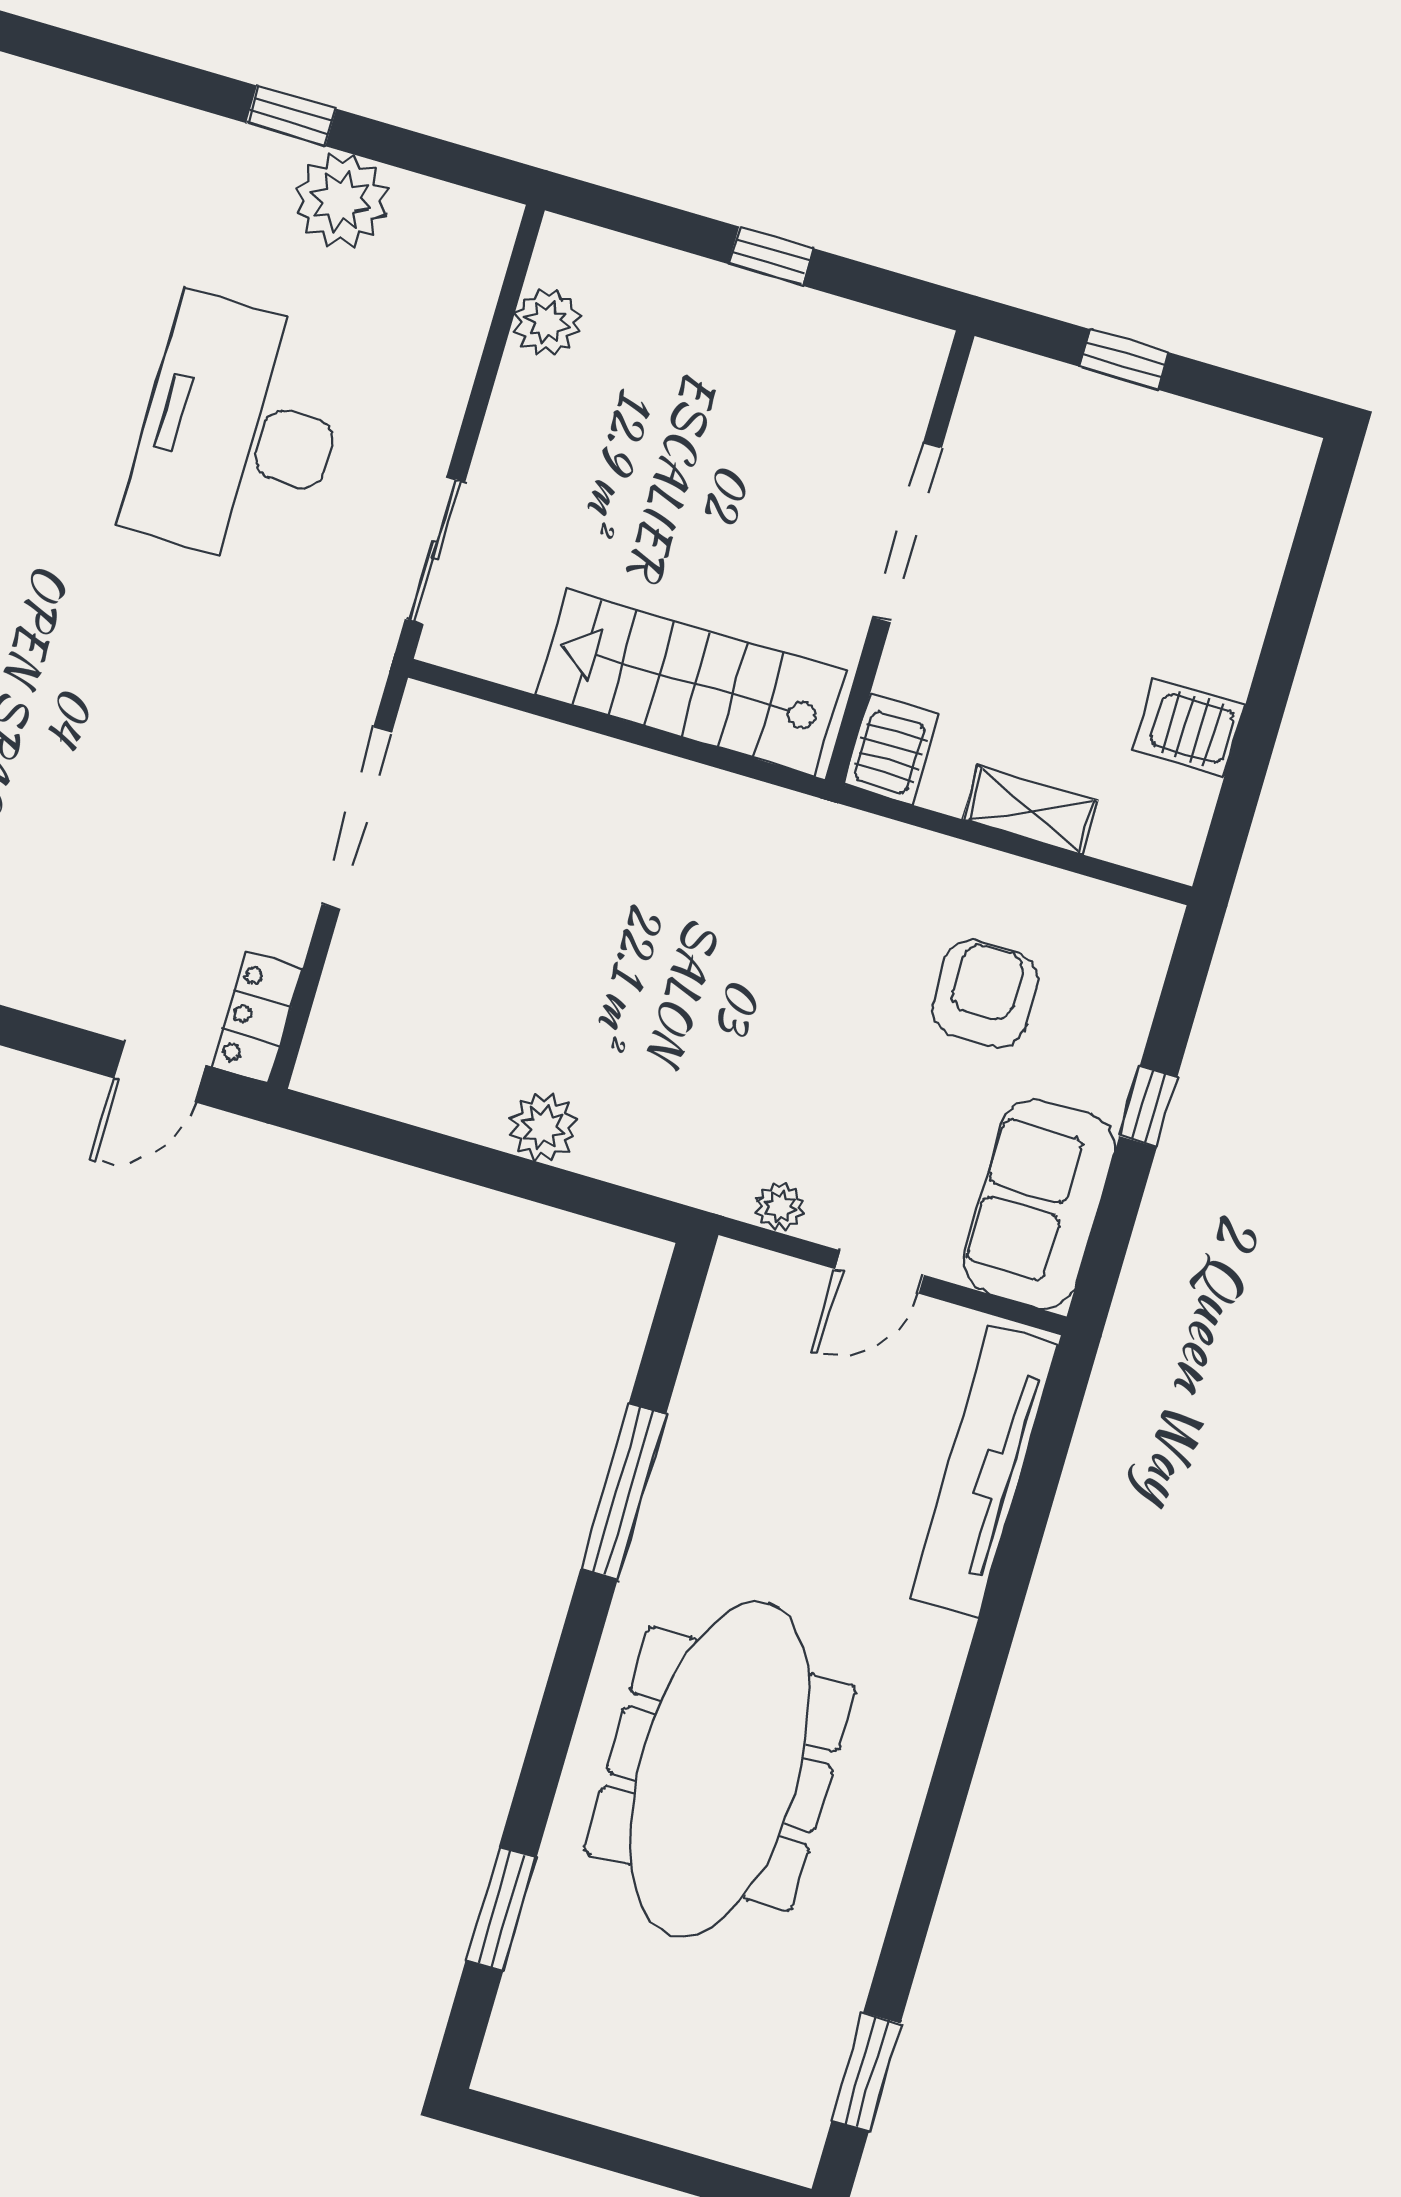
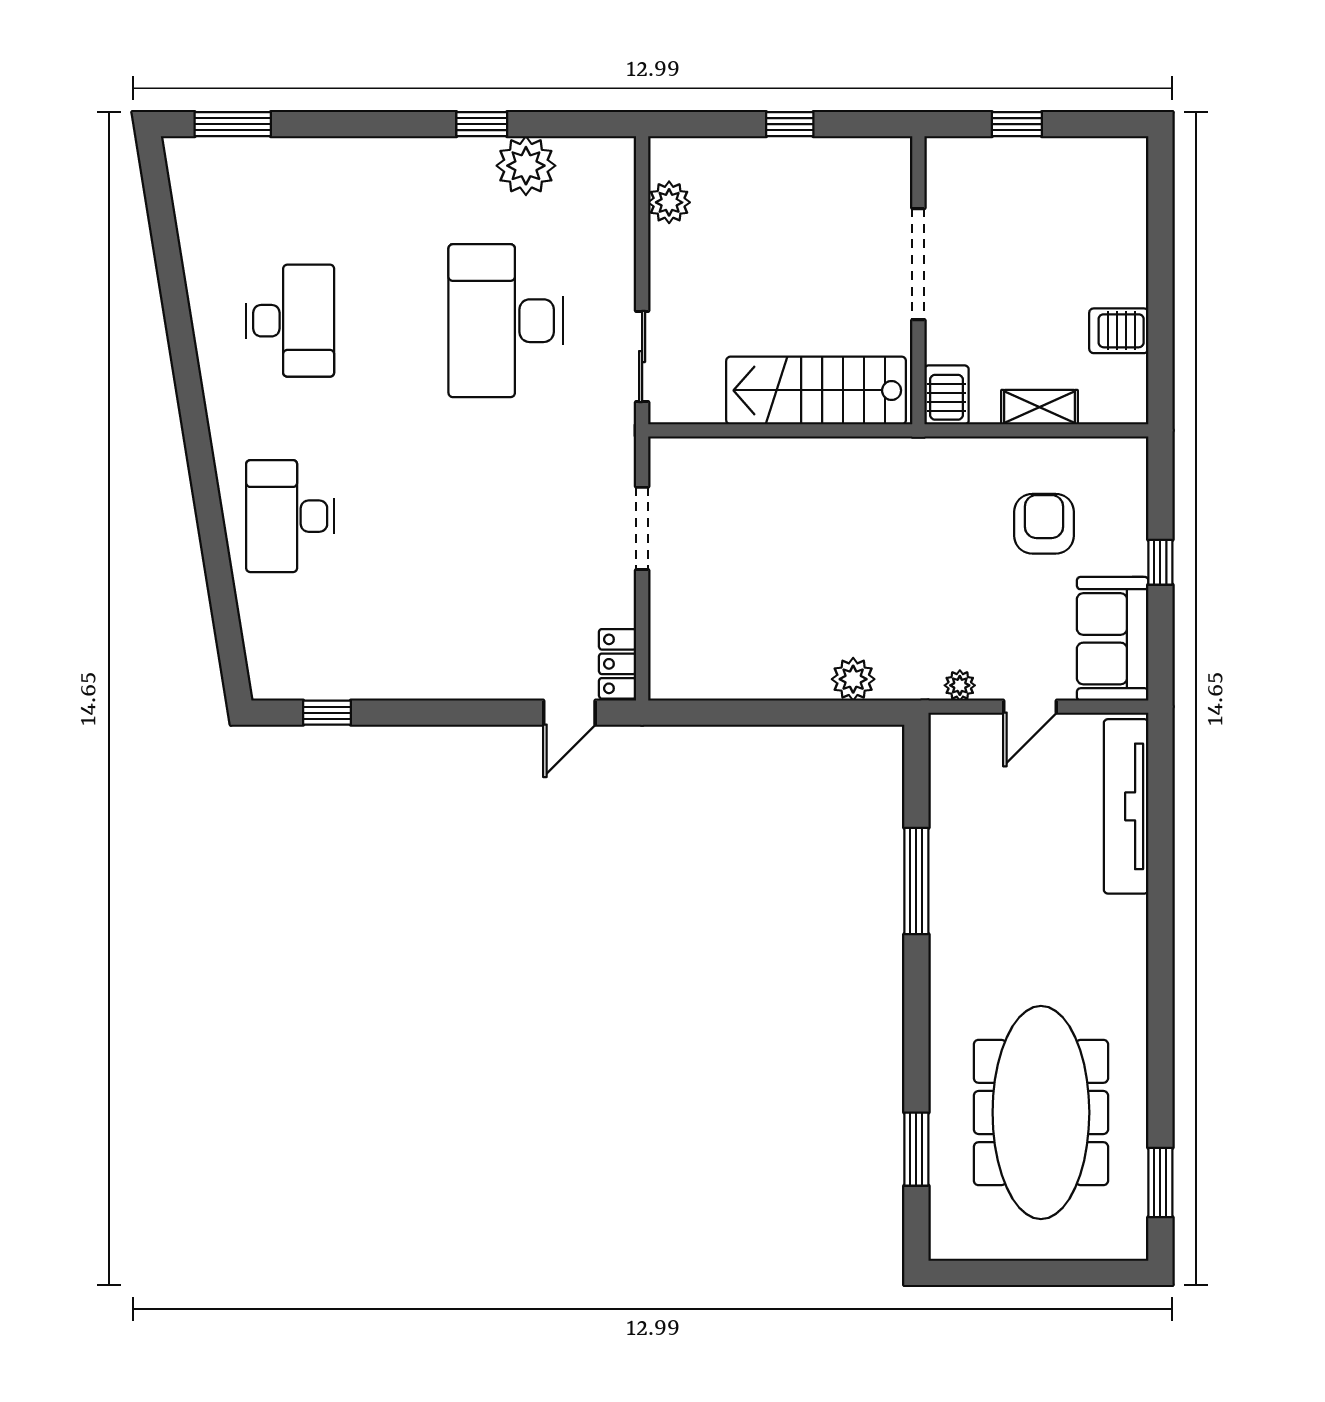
doorway: (357, 818) -> (642, 528), width x0.73
plant: (543, 1127) -> (853, 679), moved
meeting table: (720, 1769) -> (1041, 1112), moved

